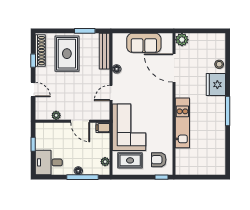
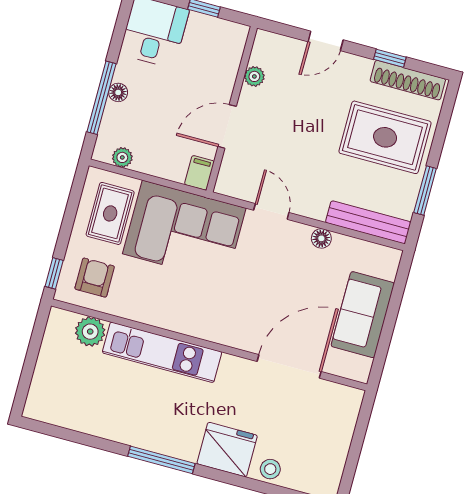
plant: (182, 40) -> (90, 332), moved

